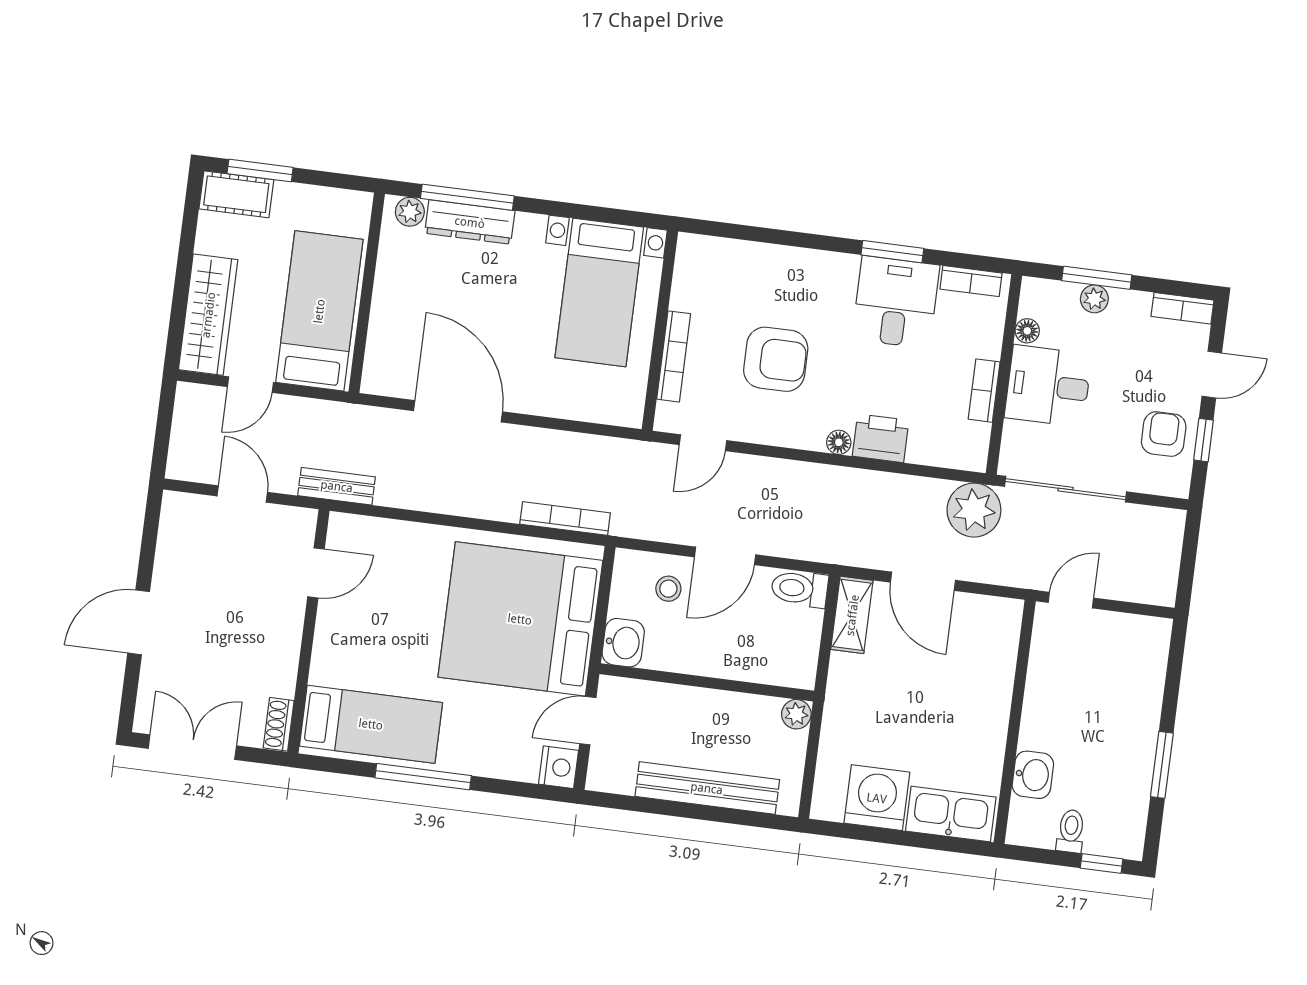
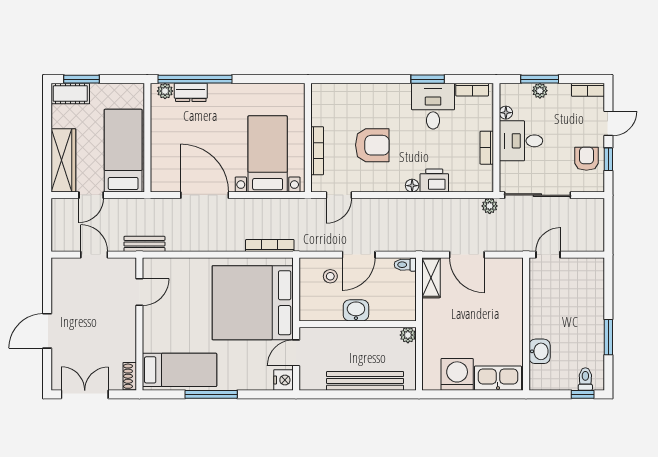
window: (467, 197) -> (195, 79), width x1.46
dresser: (470, 222) -> (191, 92), width x0.70
bed with nightstands: (599, 292) -> (268, 154), moved, turned 180
plant: (974, 510) -> (490, 206), width x0.53, depth x0.53
toilet: (800, 589) -> (405, 265), width x0.73, depth x0.72
washbasin: (623, 643) -> (356, 310), moved, turned -90
toilet: (1071, 831) -> (585, 379), moved

